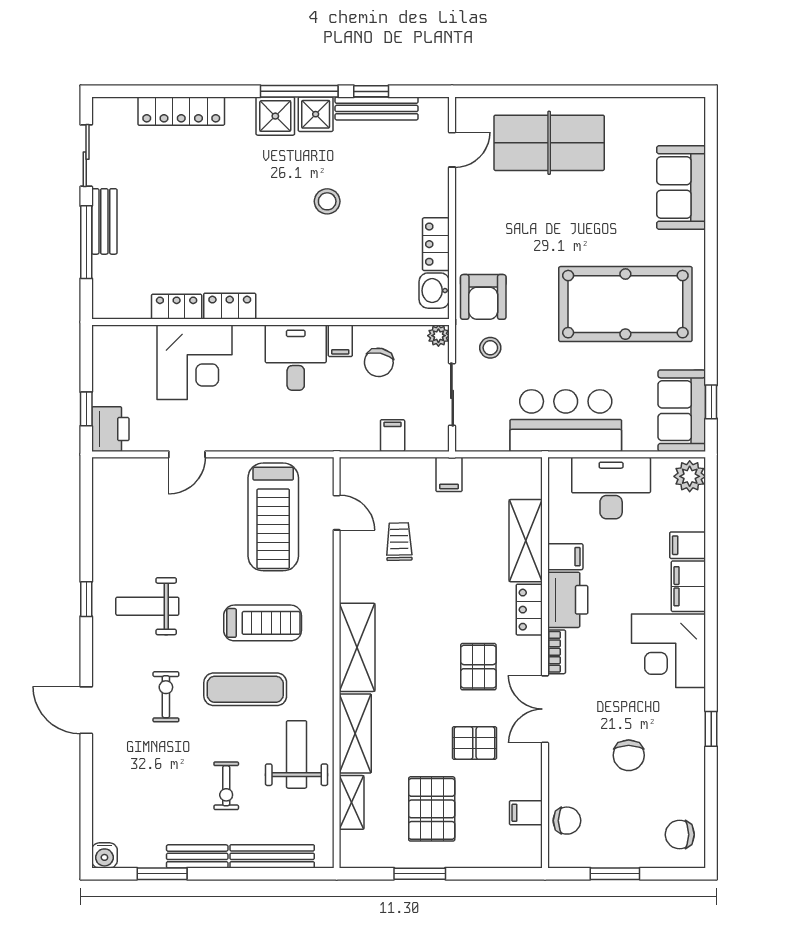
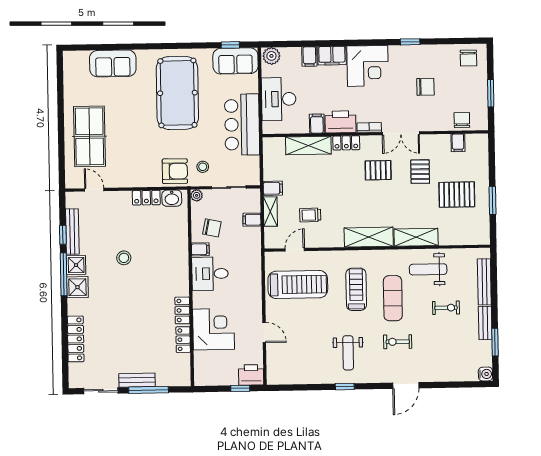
shelving: (352, 802) -> (270, 212), moved, turned 90

